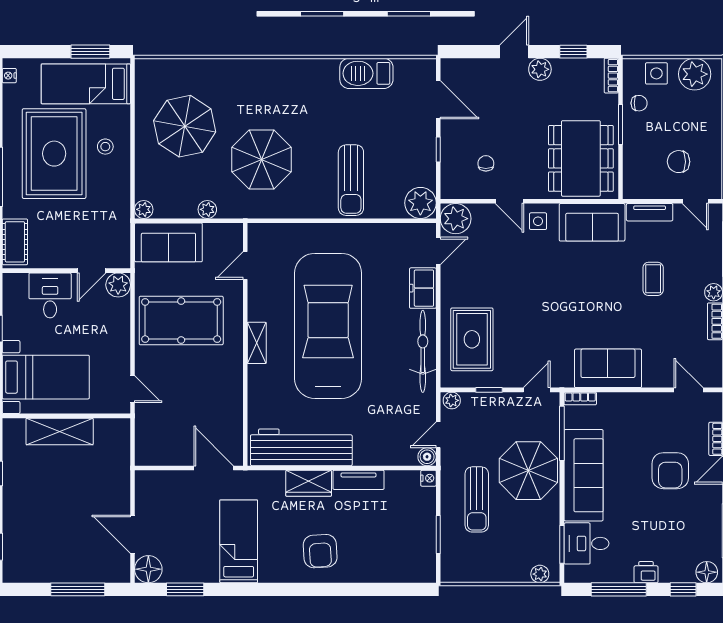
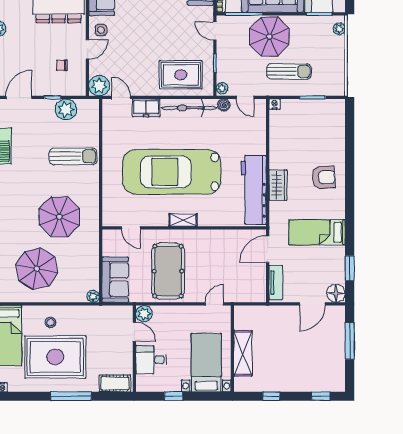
plant: (420, 203) -> (66, 109), moved
plant: (207, 209) -> (93, 253), removed
boiler: (427, 457) -> (224, 105), moved
tv unit: (358, 480) -> (276, 283), moved

